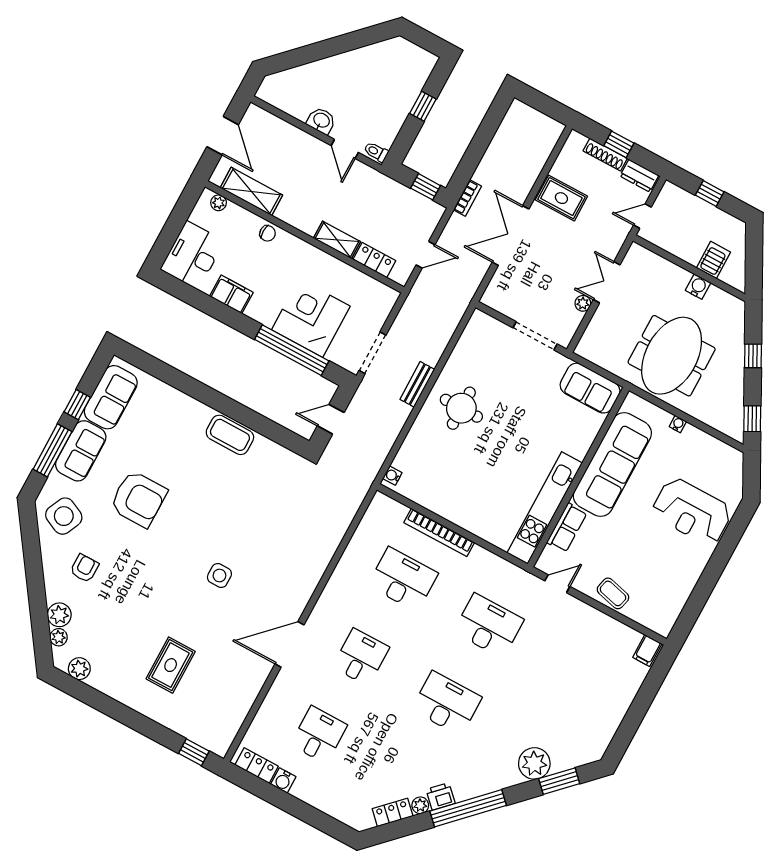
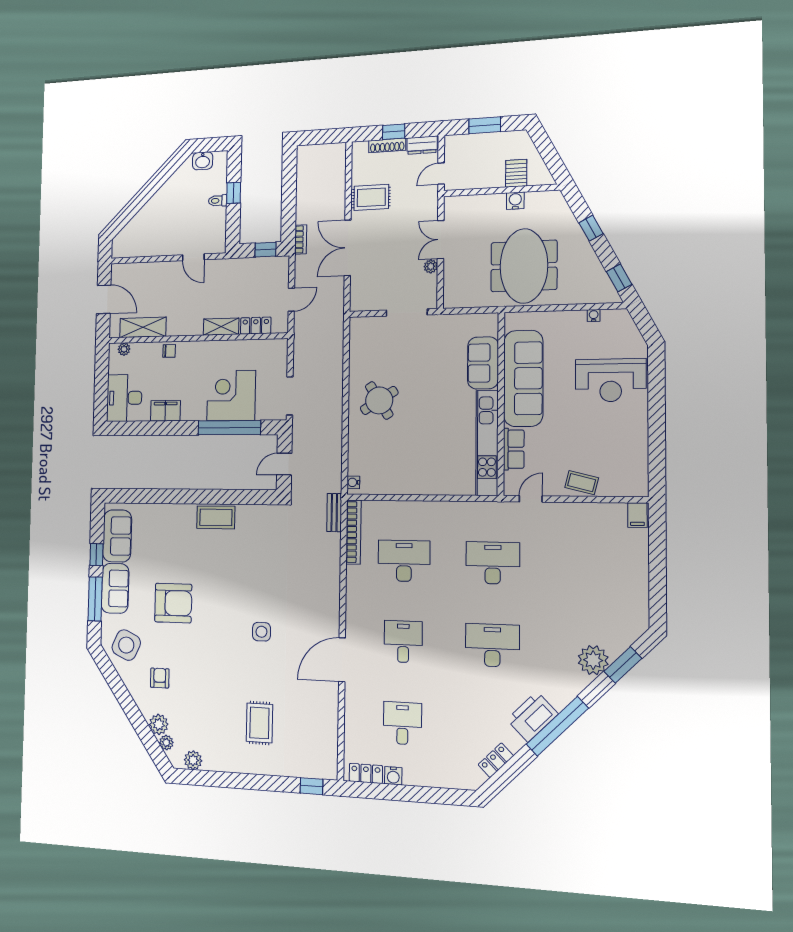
washbasin: (321, 121) -> (203, 161), moved, turned 180
toilet: (376, 152) -> (218, 201), moved
window: (710, 193) -> (485, 125), width x1.50
bench: (417, 384) -> (334, 513), moved
sofa: (590, 388) -> (483, 363), moved, turned 90
round table: (461, 408) -> (379, 400), turned -32
water cooler: (678, 424) -> (594, 316), moved
bookcase: (439, 532) -> (353, 532), moved, turned -90
printer: (441, 796) -> (532, 717), width x1.87, depth x1.48
plant: (420, 805) -> (516, 743), removed

